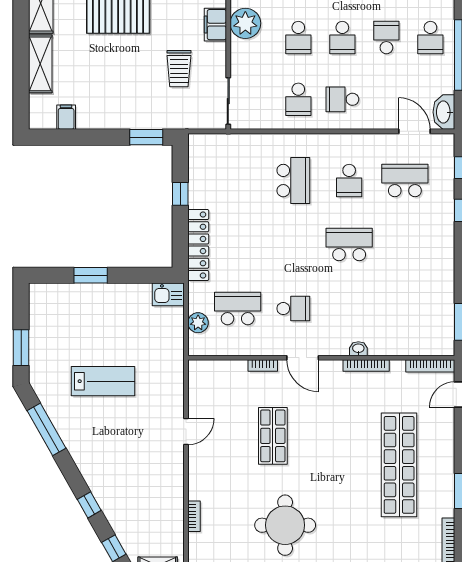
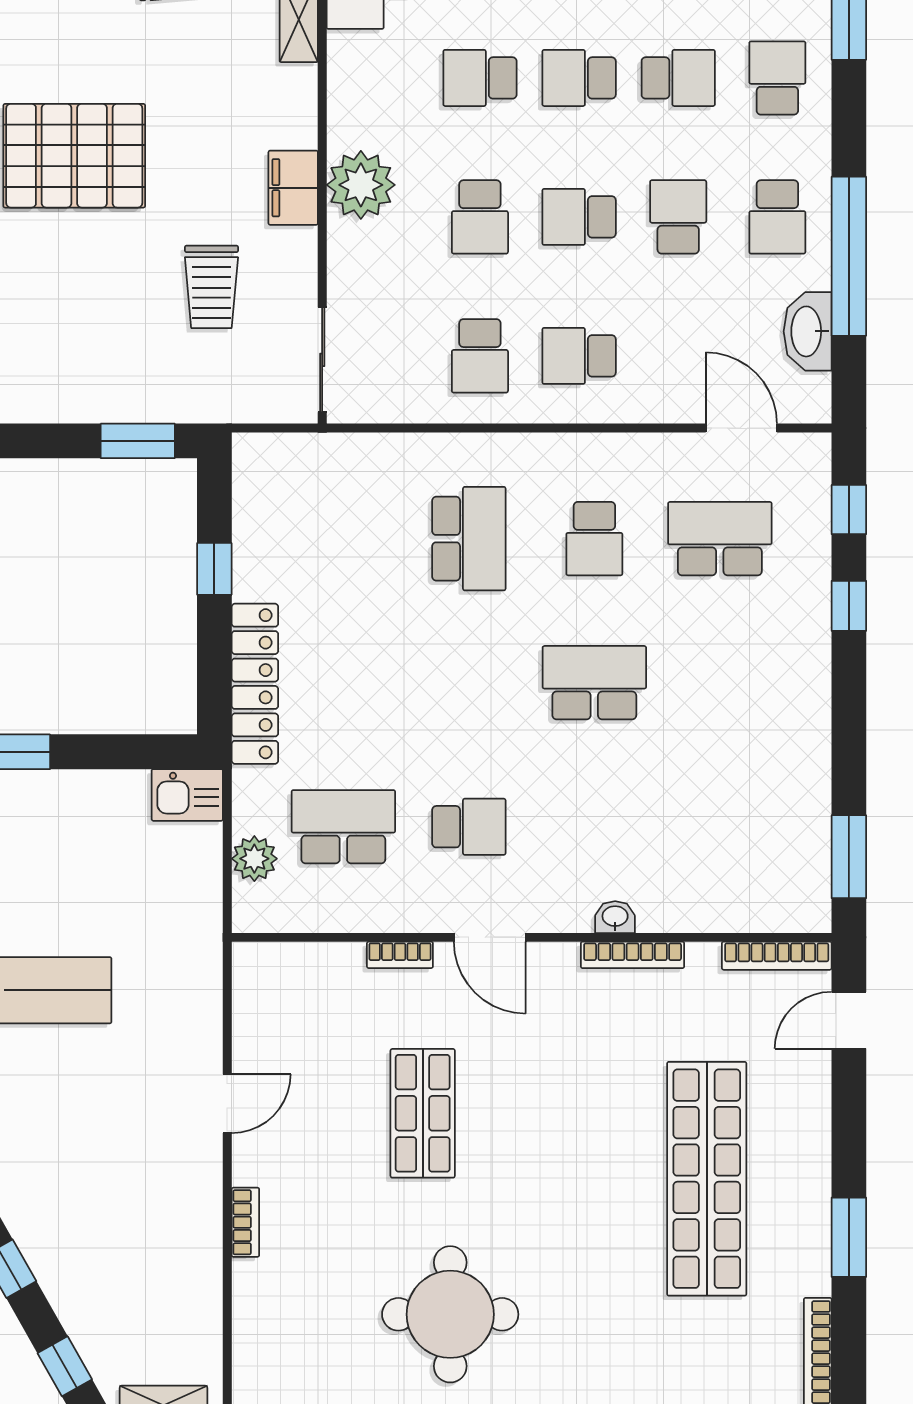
school desk: (342, 38) -> (579, 217), turned 90
washbasin: (444, 112) -> (808, 331), moved
bookcase: (194, 516) -> (245, 1222), moved

